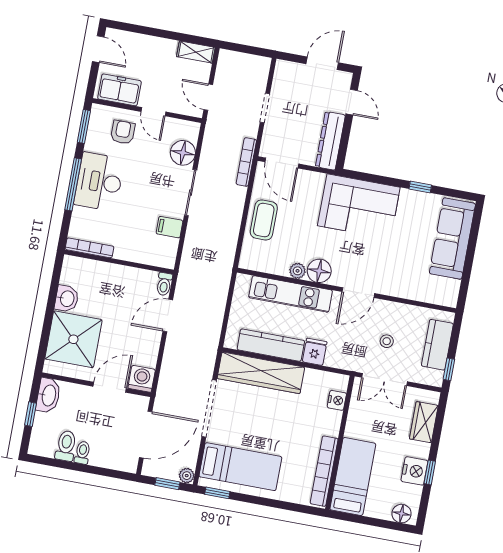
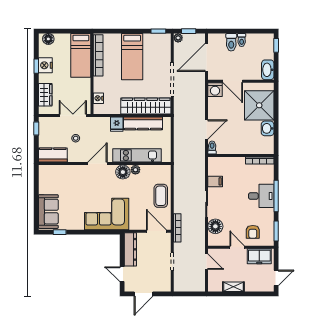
door: (98, 49) -> (276, 278), swing flipped
shelving: (196, 52) -> (233, 287), moved
desk: (99, 182) -> (261, 196), width x0.73
window: (420, 187) -> (60, 232), moved
sofa: (452, 238) -> (48, 212), width x0.73
kitchen counter: (437, 345) -> (53, 155), moved, turned -90
door: (110, 387) -> (233, 81), hinge flipped
window: (31, 414) -> (276, 45), moved
toilet: (66, 446) -> (231, 42), moved
bed: (240, 467) -> (132, 57), moved, turned -90

